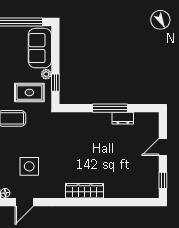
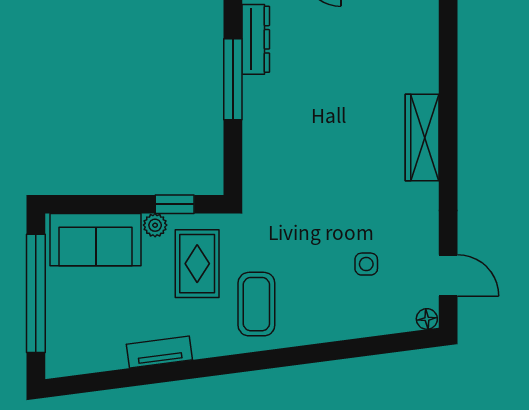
dresser: (123, 118) -> (256, 39), width x1.44
side table: (29, 166) -> (366, 264), width x0.54, depth x0.54

